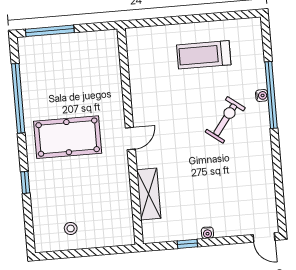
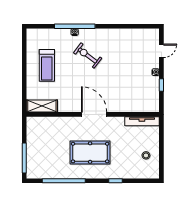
pool table: (68, 137) -> (90, 153), turned 90
door: (130, 138) -> (94, 114), width x1.88
shelving: (149, 194) -> (42, 106), moved
tv unit: (126, 217) -> (142, 121), added
door: (264, 237) -> (161, 51), moved

